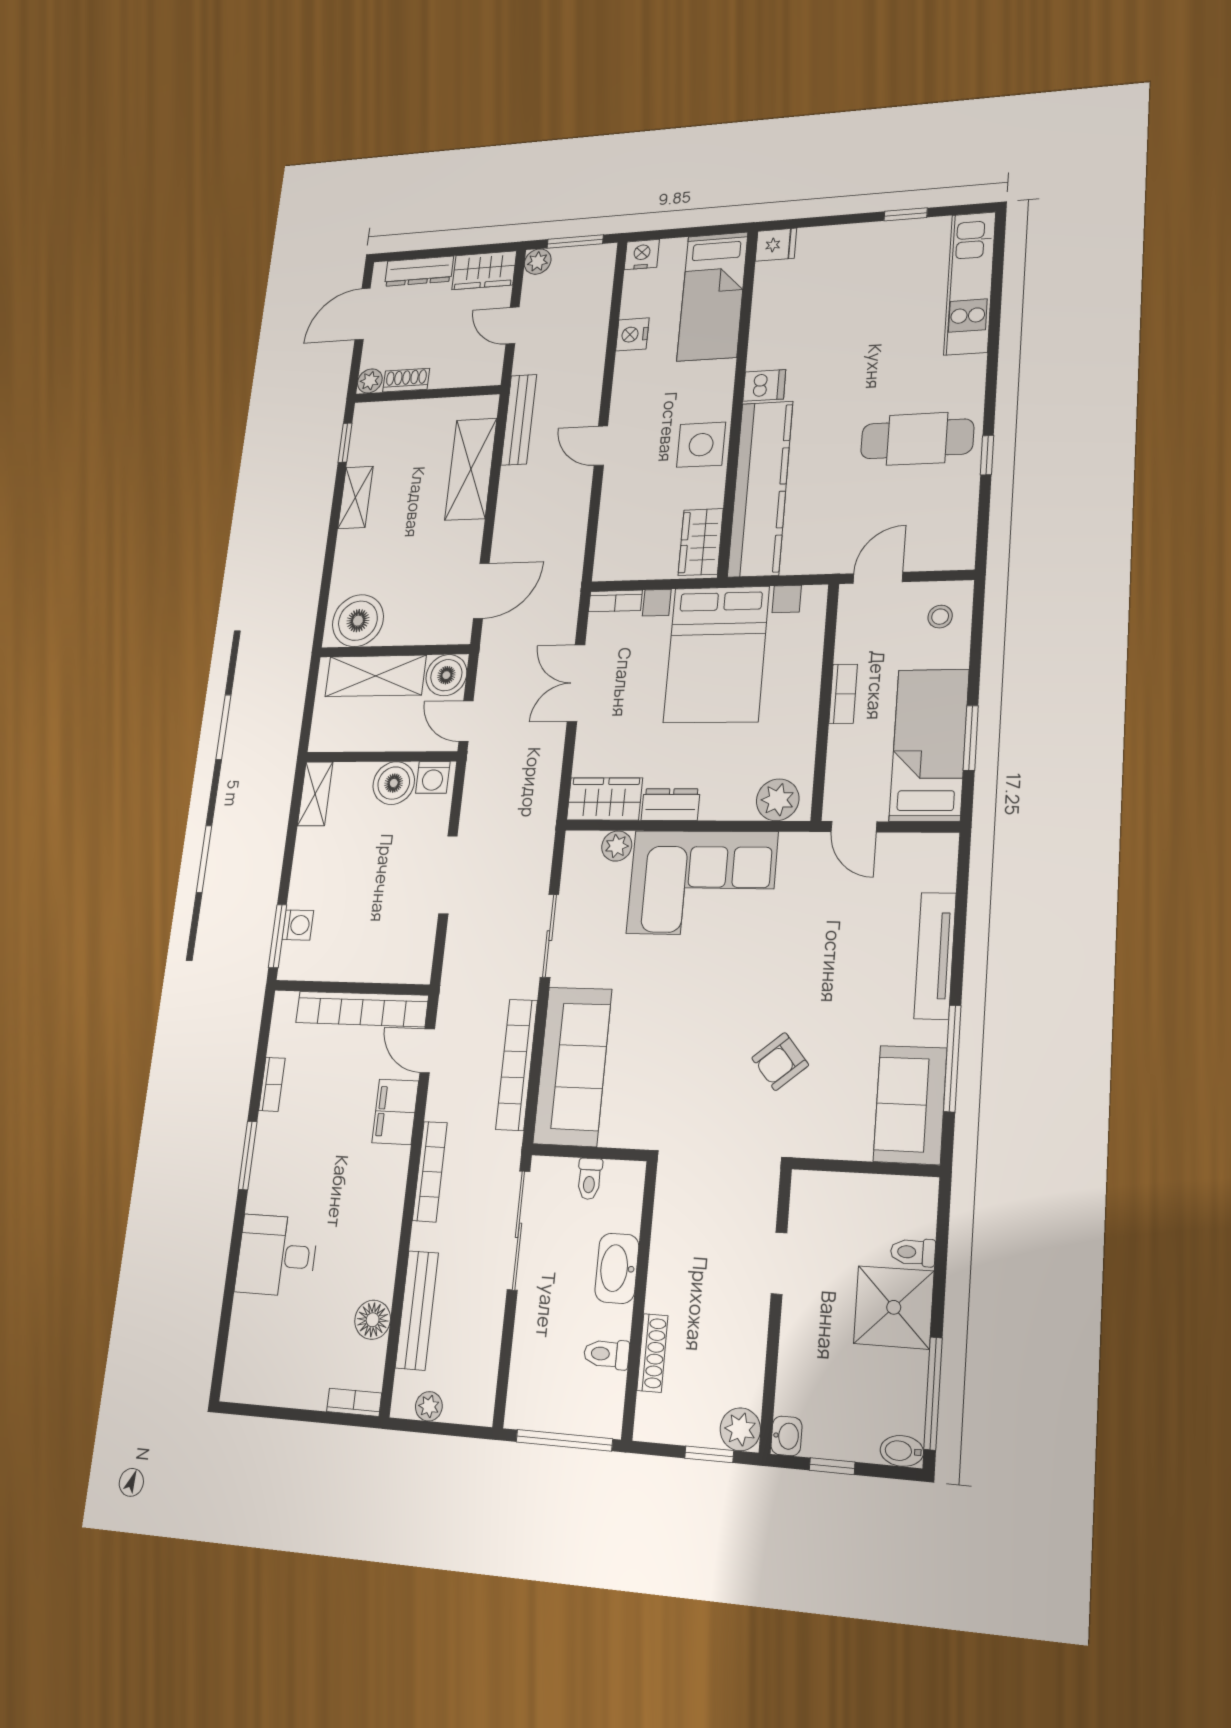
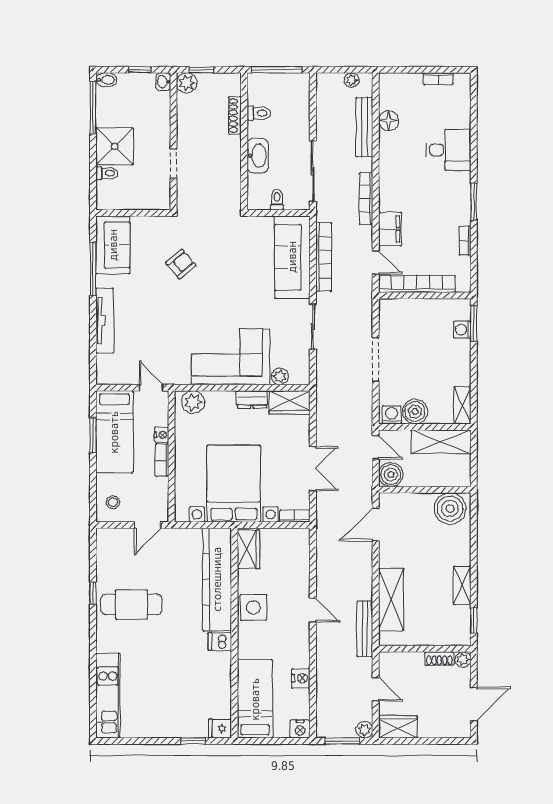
window: (906, 214) -> (193, 741), moved
dresser: (419, 271) -> (440, 730), removed
shelving: (376, 676) -> (441, 442), moved
nightstand: (841, 740) -> (162, 435), added
bookcase: (354, 1402) -> (438, 79), moved

